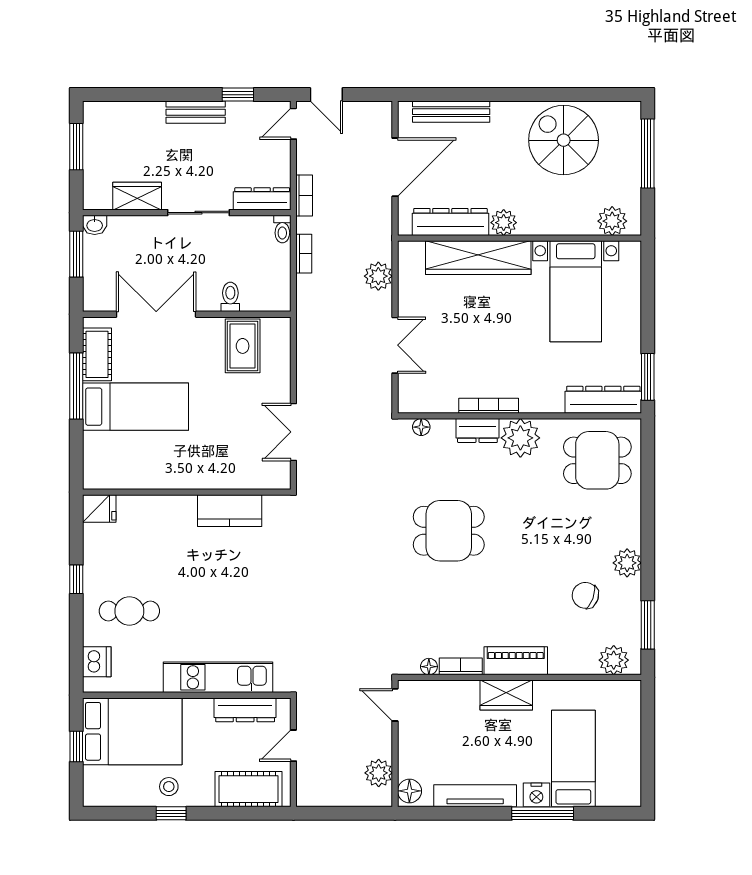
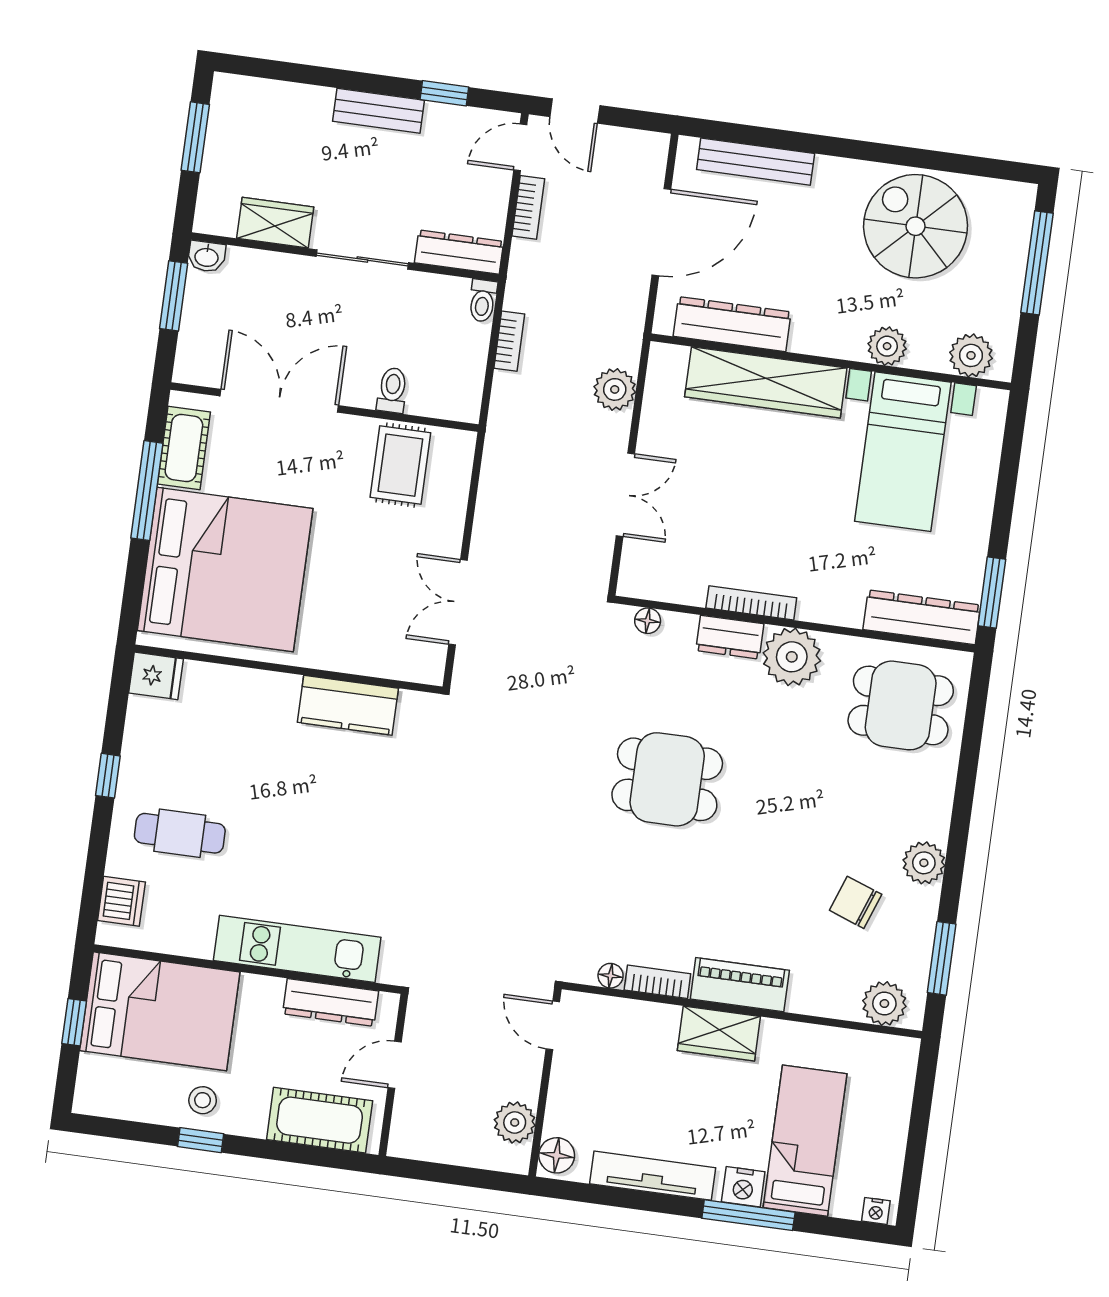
bookcase: (304, 196) -> (528, 207), moved
plant: (504, 223) -> (887, 346), moved
bed: (135, 407) -> (225, 569), width x2.04
nightstand: (627, 799) -> (876, 1211), added

